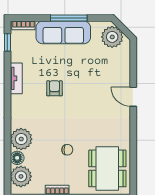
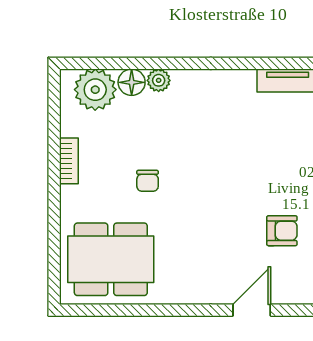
armchair: (54, 88) -> (282, 231), moved
plant: (21, 139) -> (159, 80), width x0.53, depth x0.53

